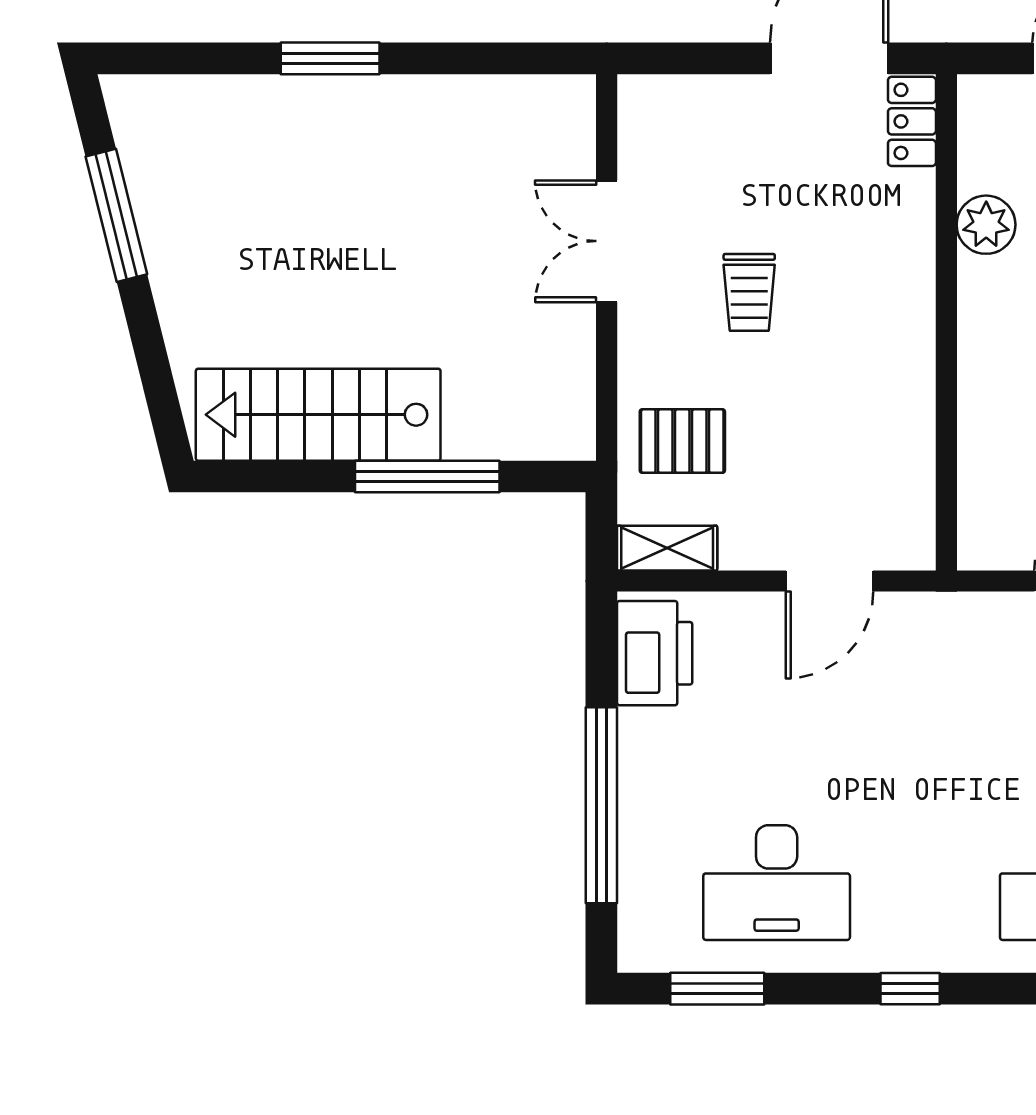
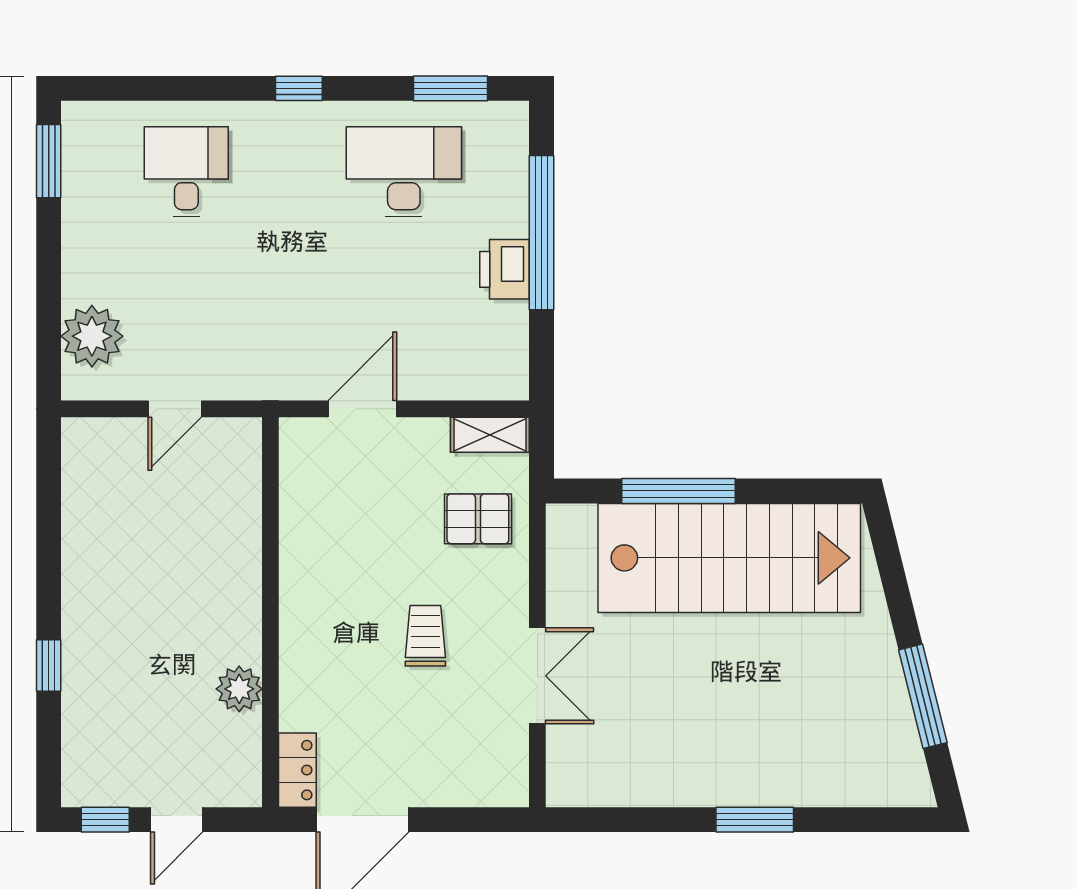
stairs: (318, 415) -> (729, 558), width x1.36, depth x1.51
printer: (655, 653) -> (505, 269), moved, width x0.73, depth x0.84

